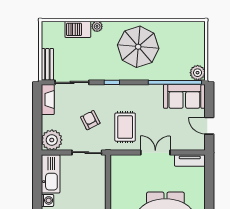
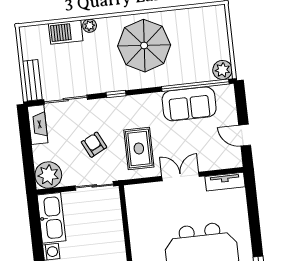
sofa: (184, 96) -> (189, 104), moved

